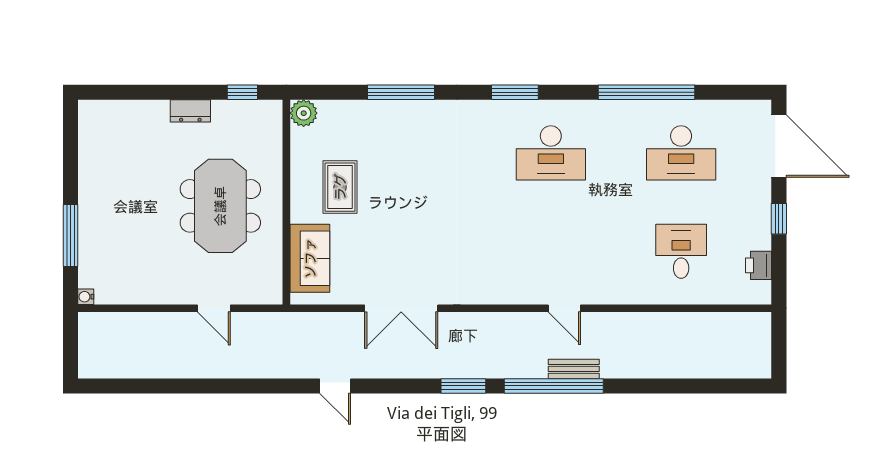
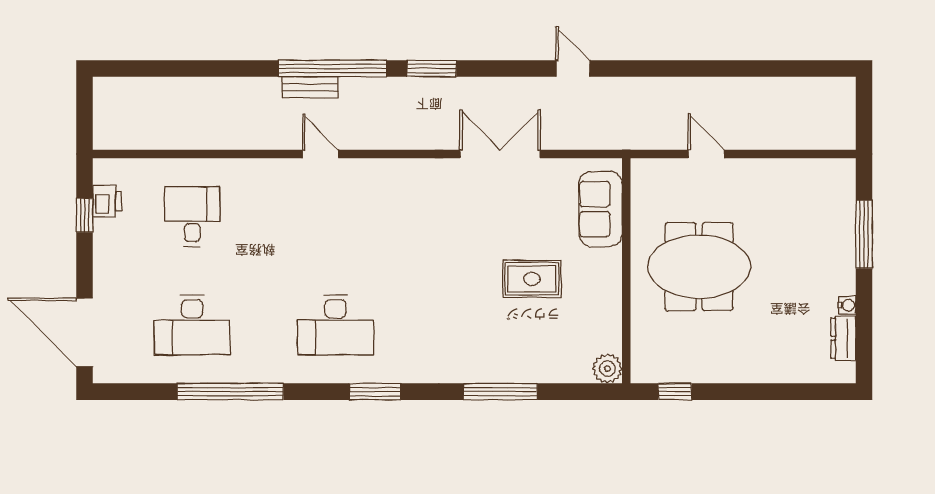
dresser: (190, 111) -> (843, 338), moved, turned -90
desk: (551, 153) -> (335, 325), turned 180
desk: (681, 153) -> (192, 325), turned 180
rug: (340, 187) -> (532, 279), moved, turned 90
meeting table: (220, 206) -> (699, 267), turned 90
window: (779, 219) -> (85, 215), moved
desk: (681, 251) -> (192, 217), turned 180
water cooler: (86, 297) -> (847, 305), moved

